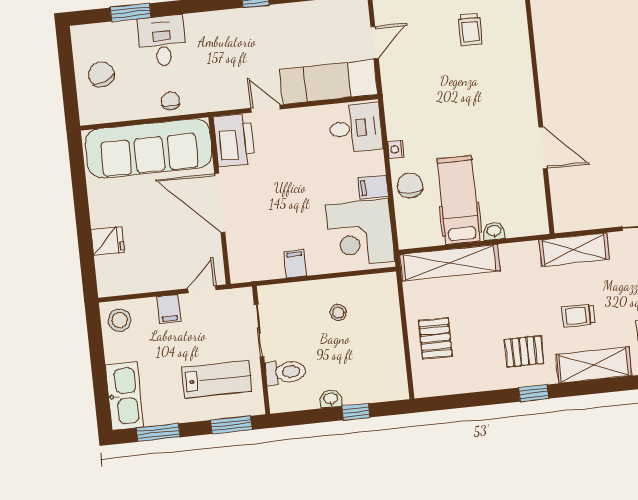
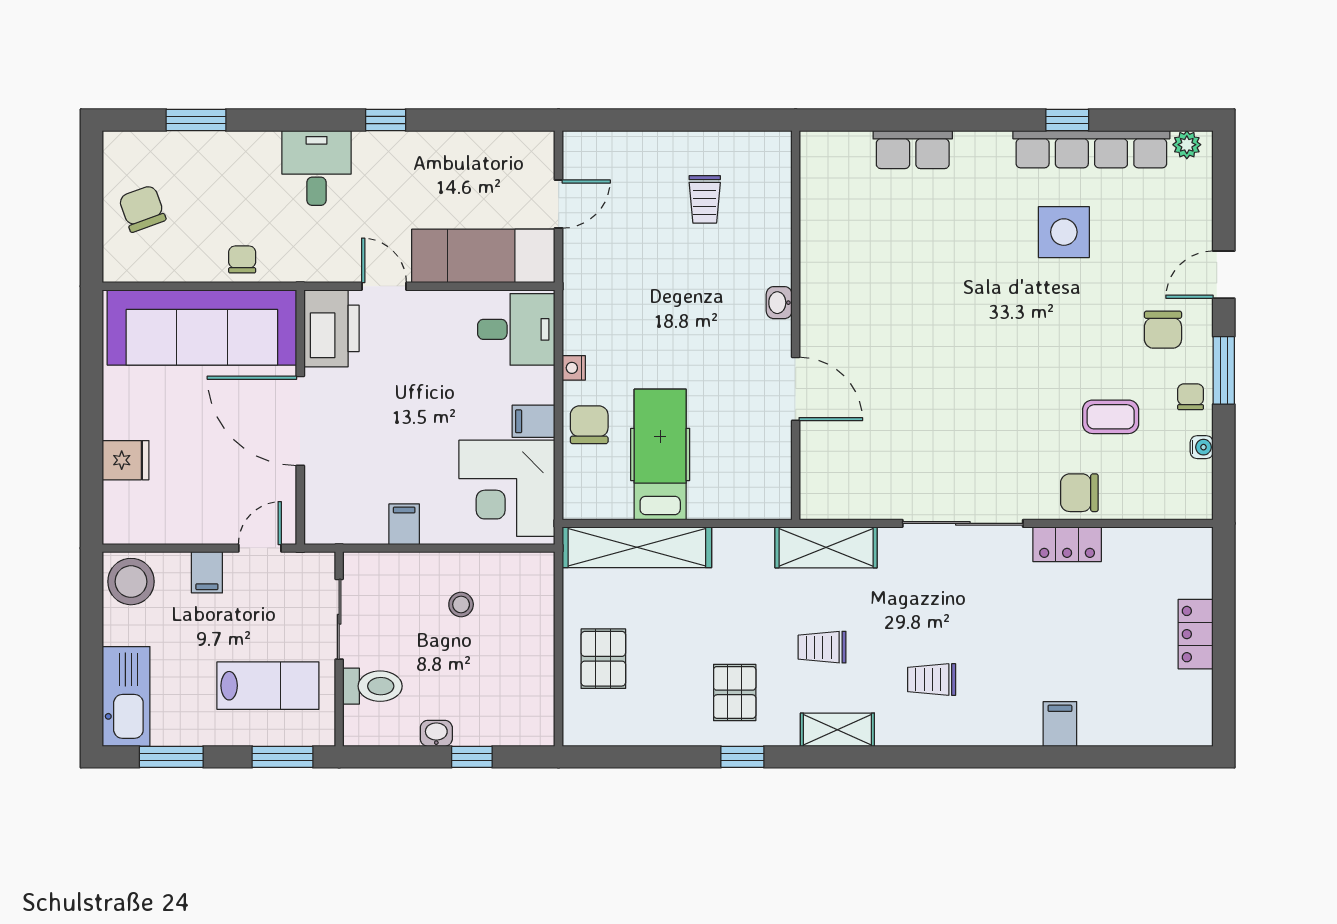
desk: (162, 41) -> (316, 168), moved
washbasin: (494, 231) -> (779, 303), moved, turned -90
stool: (120, 320) -> (131, 582), width x1.38, depth x1.38
pallet: (524, 351) -> (735, 692), turned 90
shelving: (594, 365) -> (837, 730), width x0.67, depth x0.75

